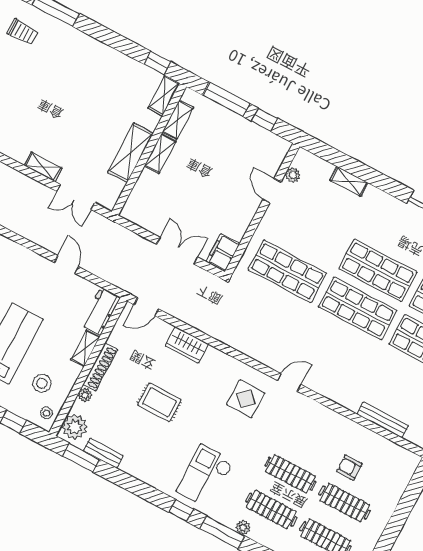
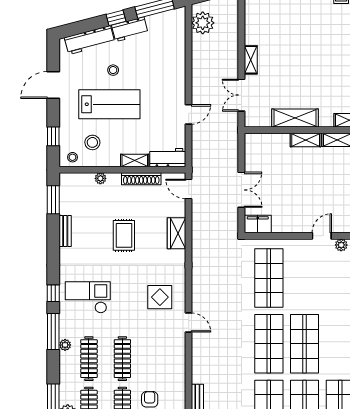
shoe rack: (100, 367) -> (141, 179), moved
plant: (75, 427) -> (73, 183), removed
bench: (103, 453) -> (65, 231), moved

